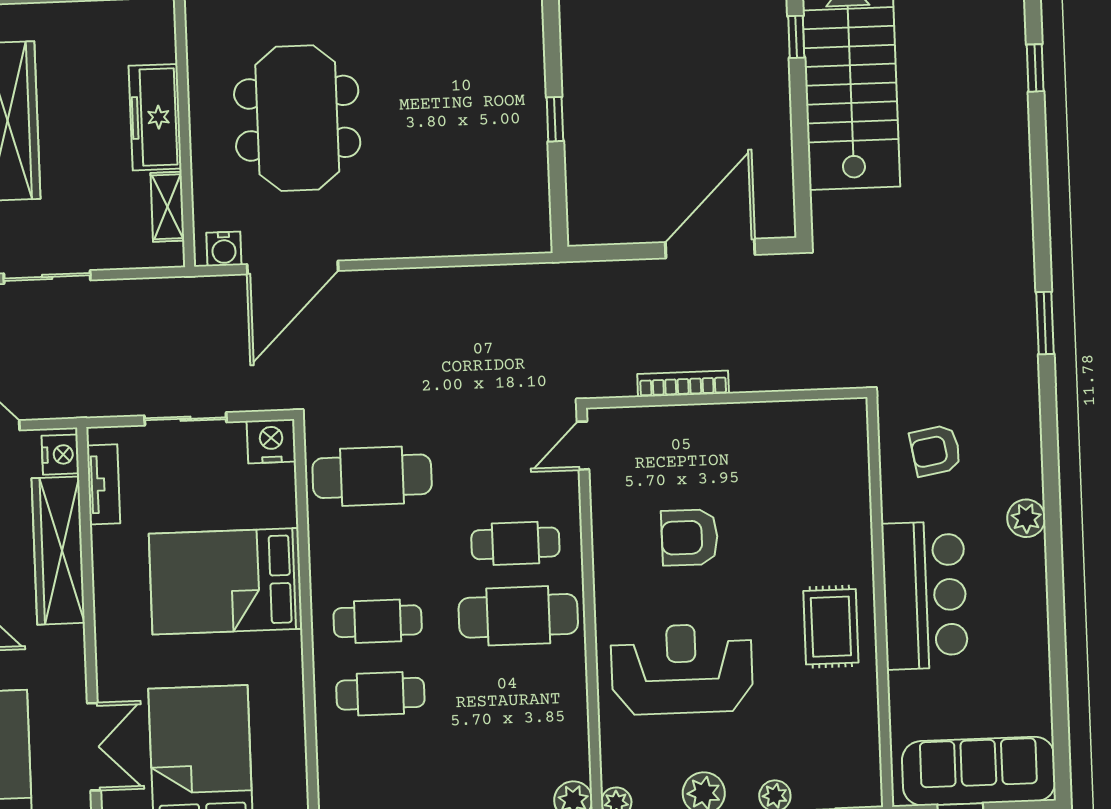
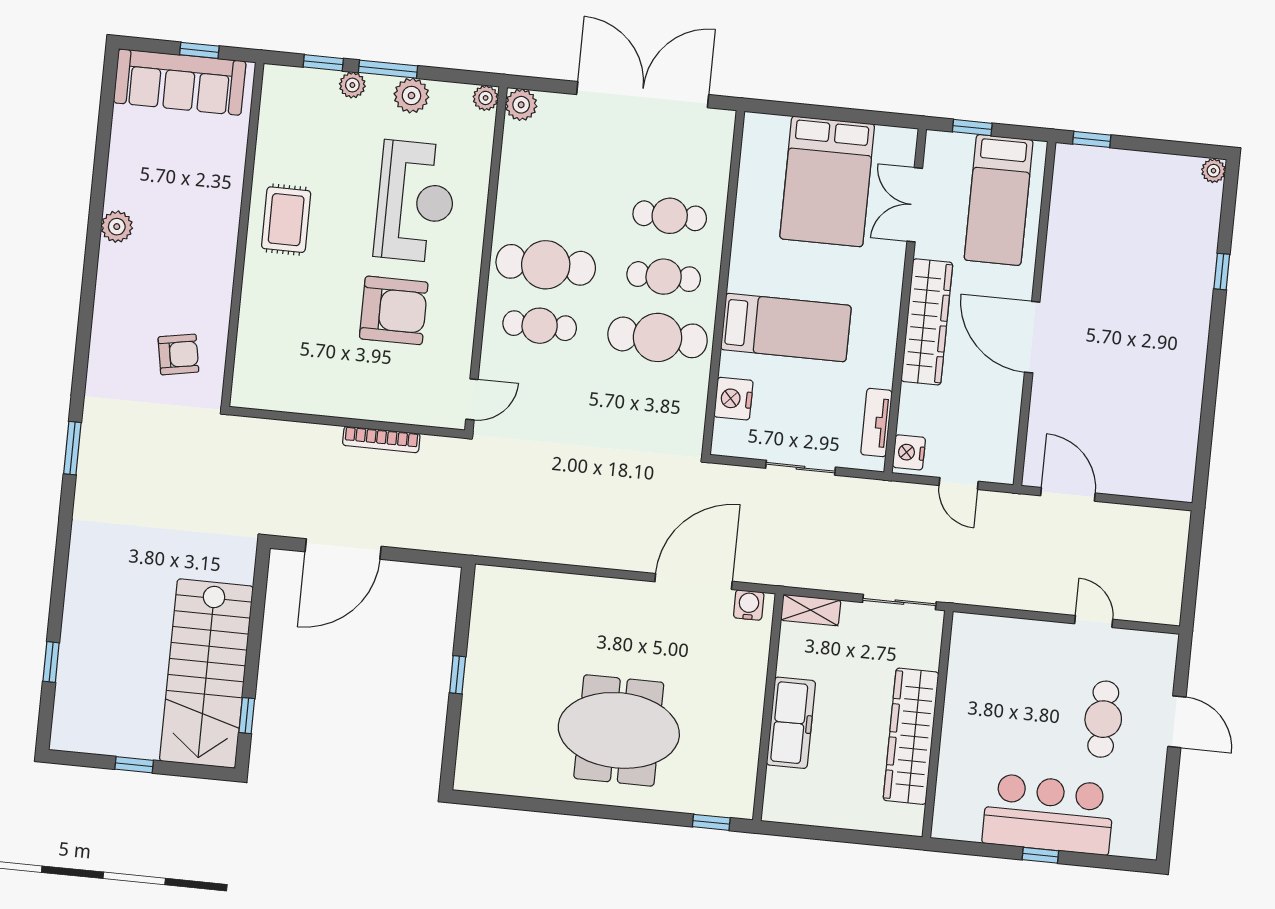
meeting table: (297, 118) -> (619, 730), moved, turned 90
shelving: (167, 207) -> (811, 610), moved, turned 90
nightstand: (271, 441) -> (733, 399), moved, turned 90
cafe table: (372, 476) -> (658, 337), moved
plant: (1026, 518) -> (117, 227), moved
armchair: (690, 537) -> (394, 310), width x1.36, depth x1.36
wardrobe: (58, 551) -> (927, 322), moved
bed: (225, 581) -> (786, 328), width x0.67
bar counter: (925, 595) -> (204, 235), removed
reception desk: (682, 669) -> (415, 201), turned -90

